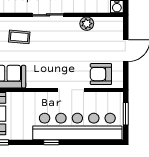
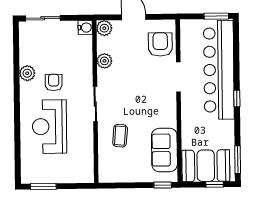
plant: (116, 24) -> (104, 28), added
armchair: (101, 74) -> (160, 44), turned 180
window: (126, 114) -> (216, 16), moved

